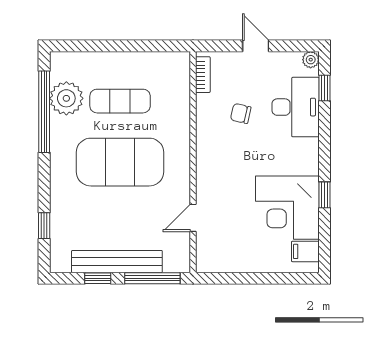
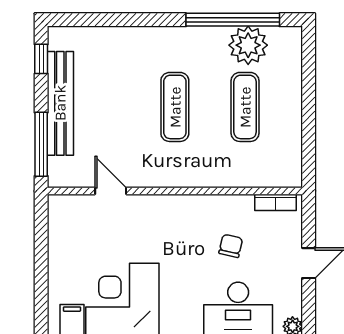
exercise mat: (120, 162) -> (175, 107), width x0.50, depth x0.69
window: (44, 226) -> (102, 20), removed
window: (98, 278) -> (41, 59), moved

